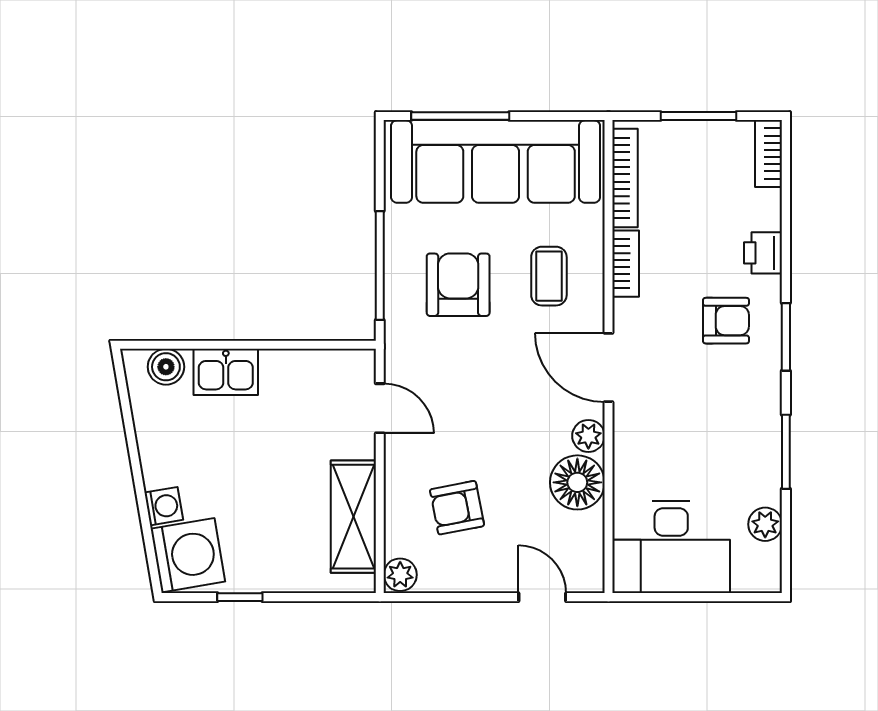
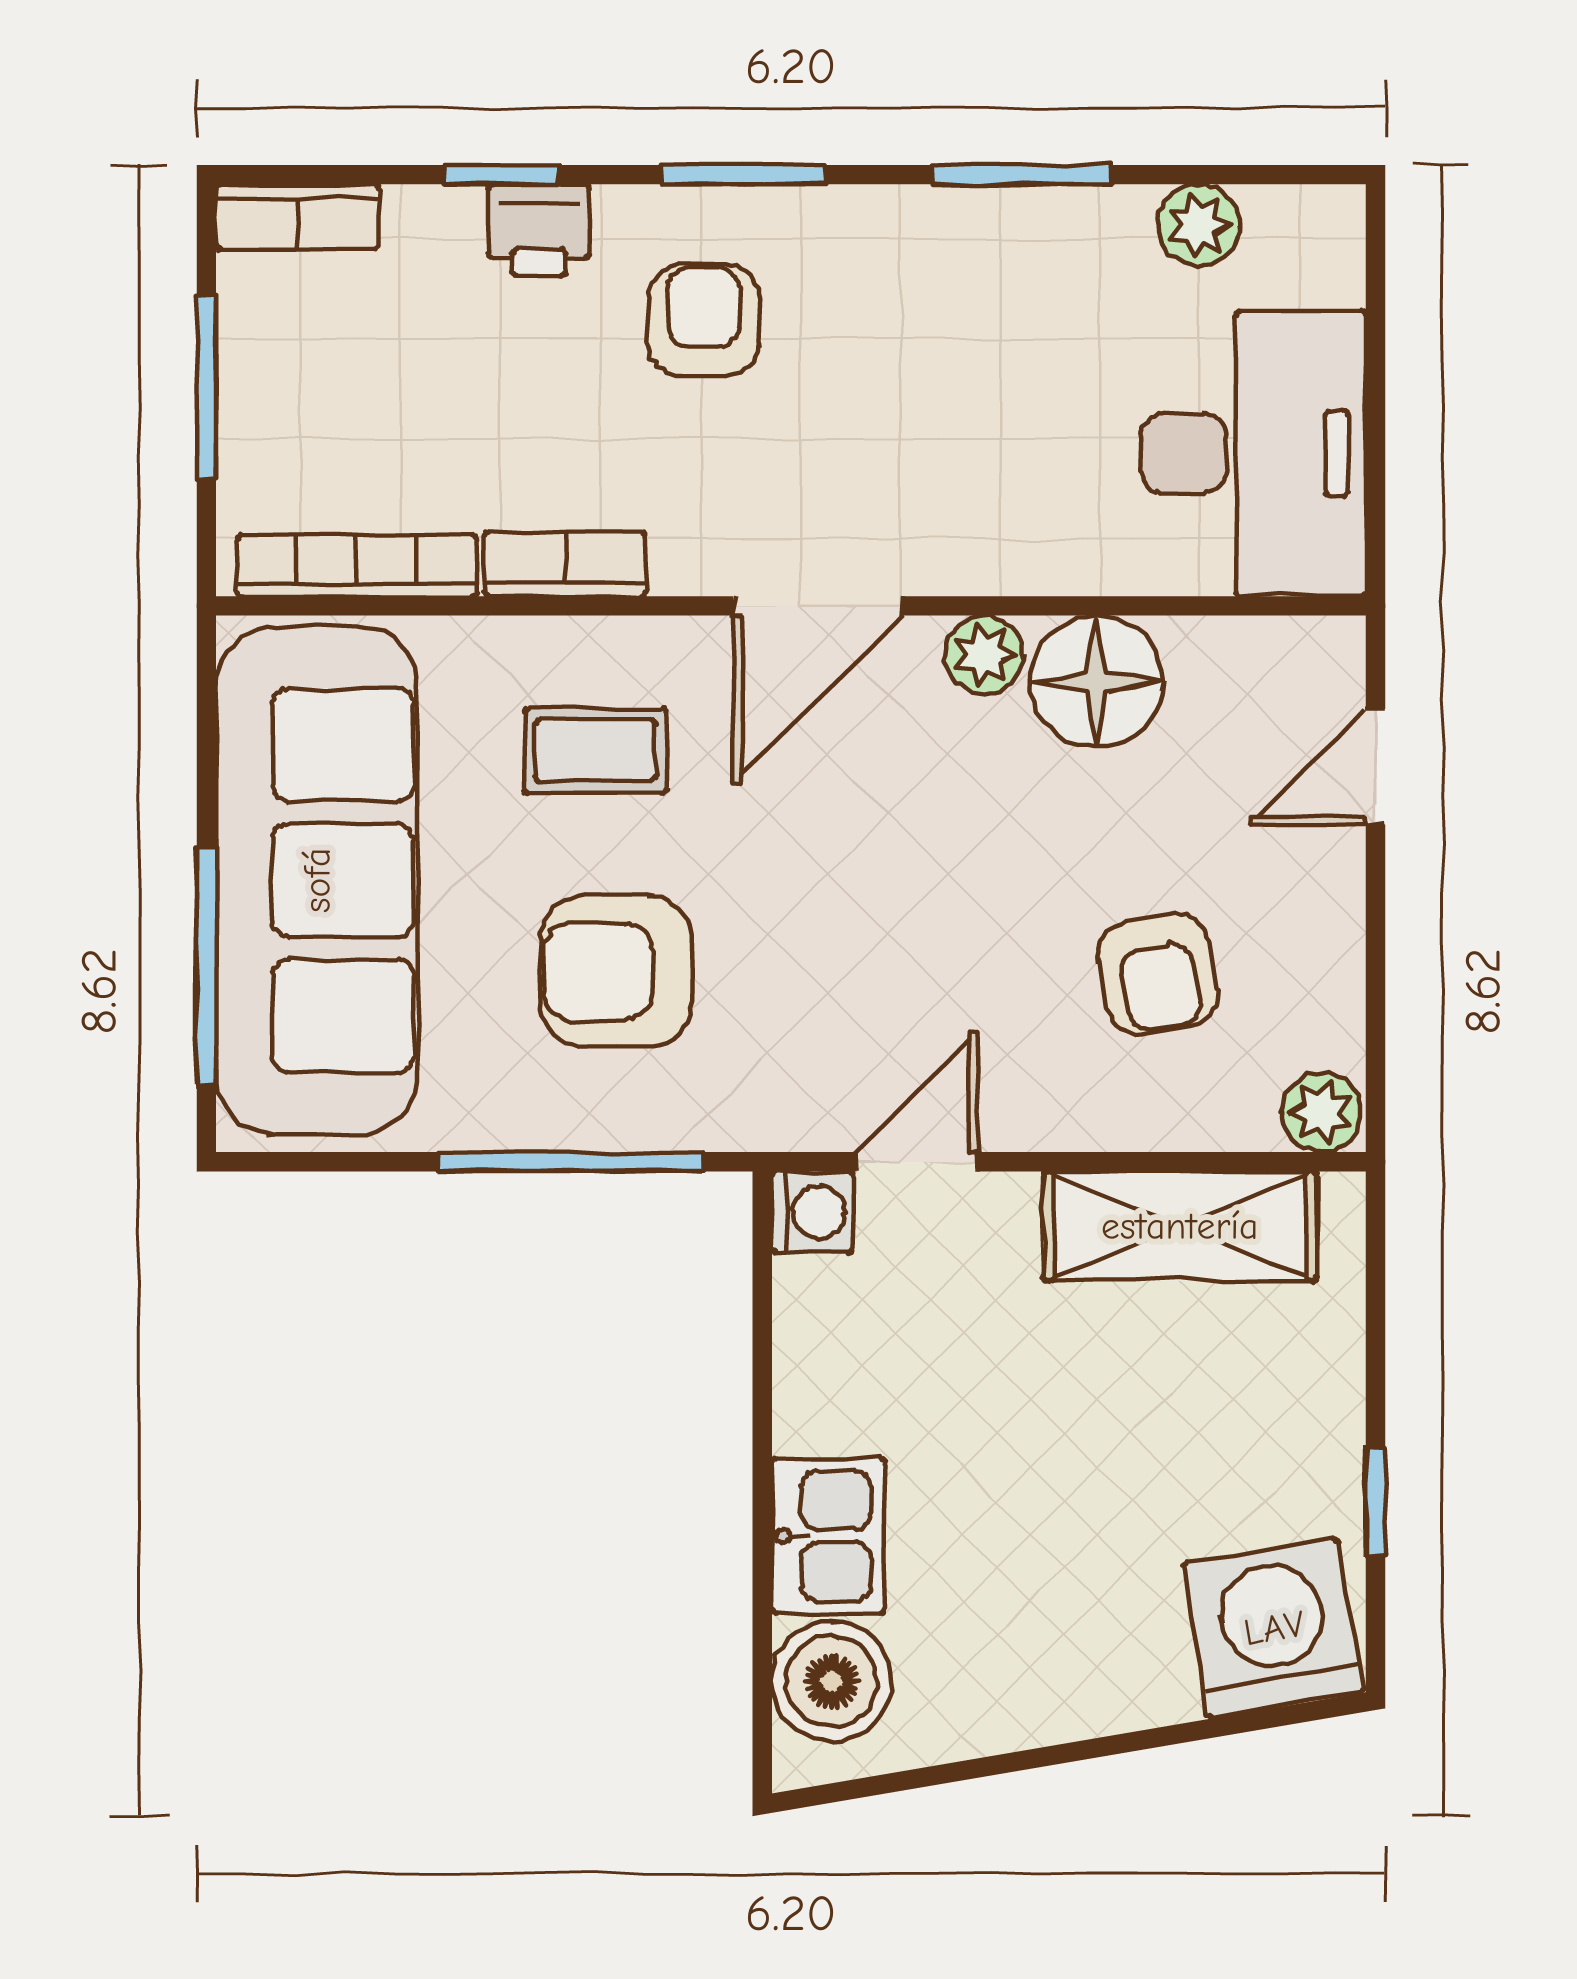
window: (786, 237) -> (501, 175), added
boiler: (166, 367) -> (832, 1681), width x1.36, depth x1.36
washing machine: (164, 506) -> (813, 1212), moved, turned 100

